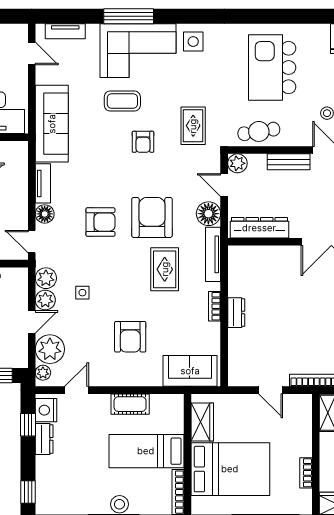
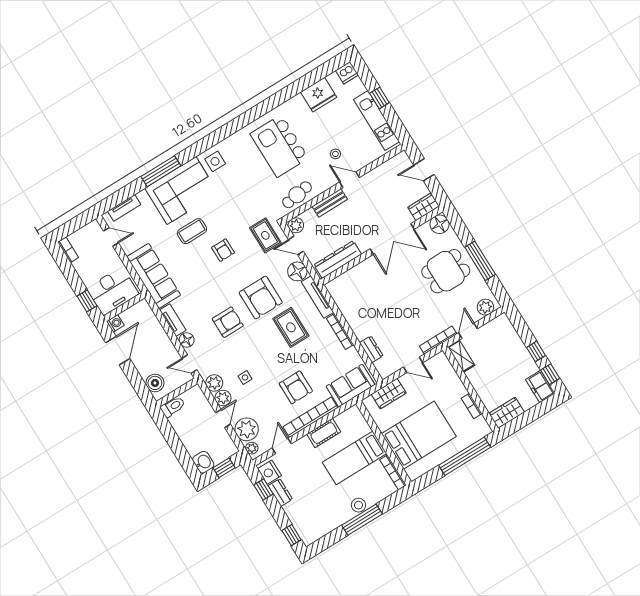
rug: (193, 126) -> (265, 235), moved
armchair: (152, 217) -> (261, 298), turned 180
bookcase: (215, 306) -> (340, 331), width x1.56
dresser: (236, 313) -> (371, 349), moved
bookcase: (126, 378) -> (310, 417), added
wardrobe: (202, 422) -> (389, 394), moved, turned 90

